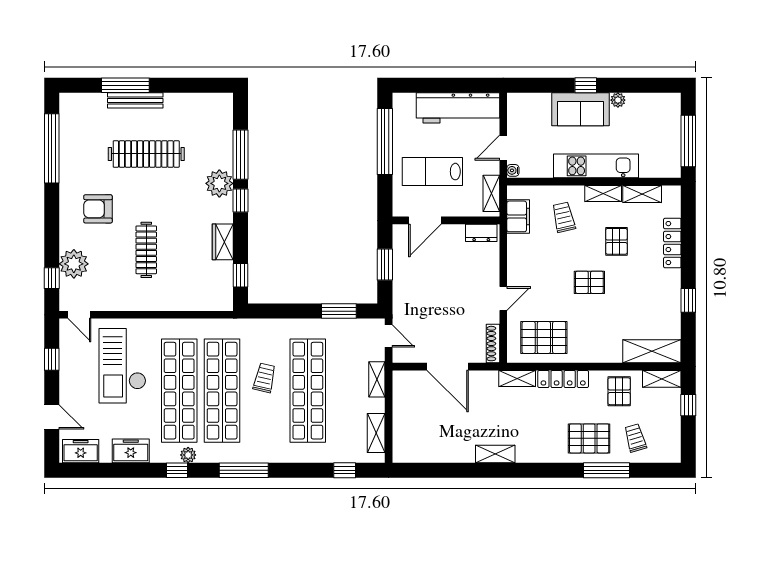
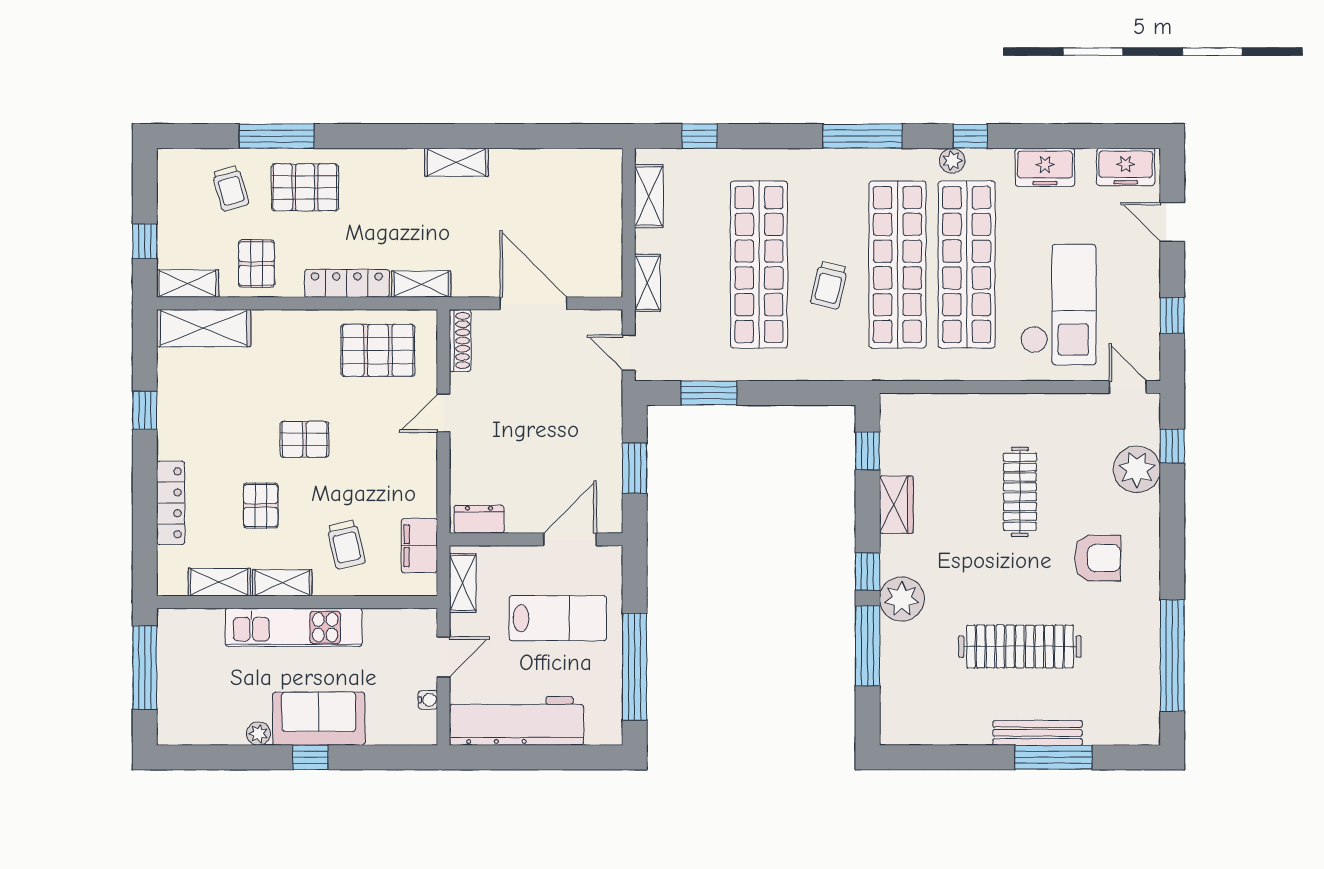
water cooler: (513, 170) -> (428, 700), moved

